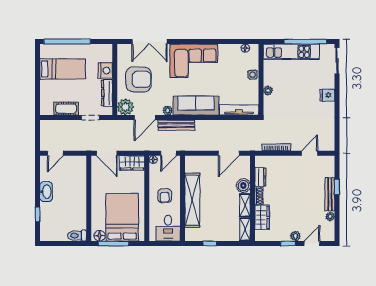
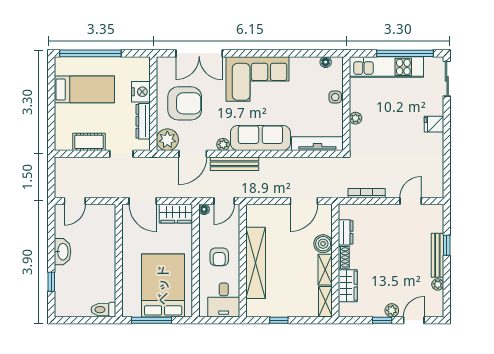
floor lamp: (100, 236) -> (133, 310), removed

